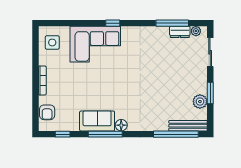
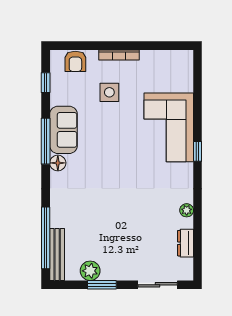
window: (172, 23) -> (198, 233), removed
plant: (196, 31) -> (187, 210), moved
side table: (52, 42) -> (109, 92), moved
armchair: (47, 112) -> (75, 61), turned -90

